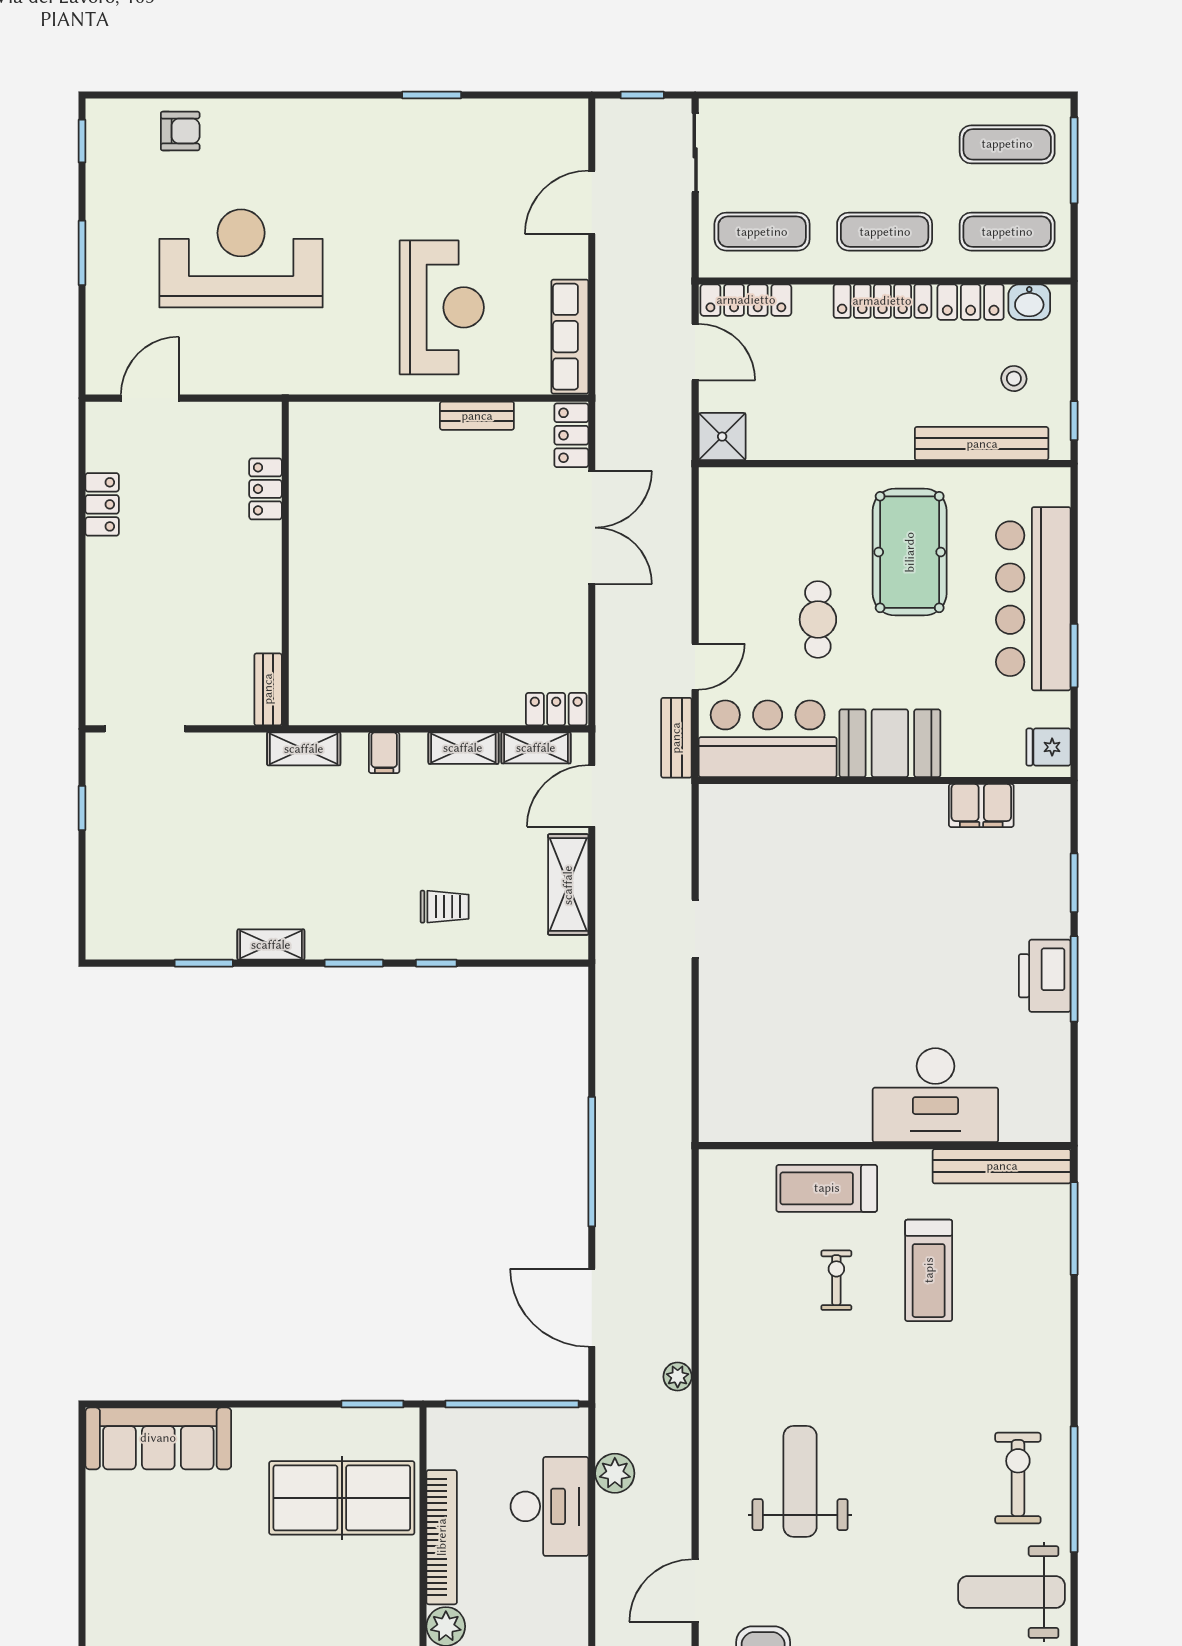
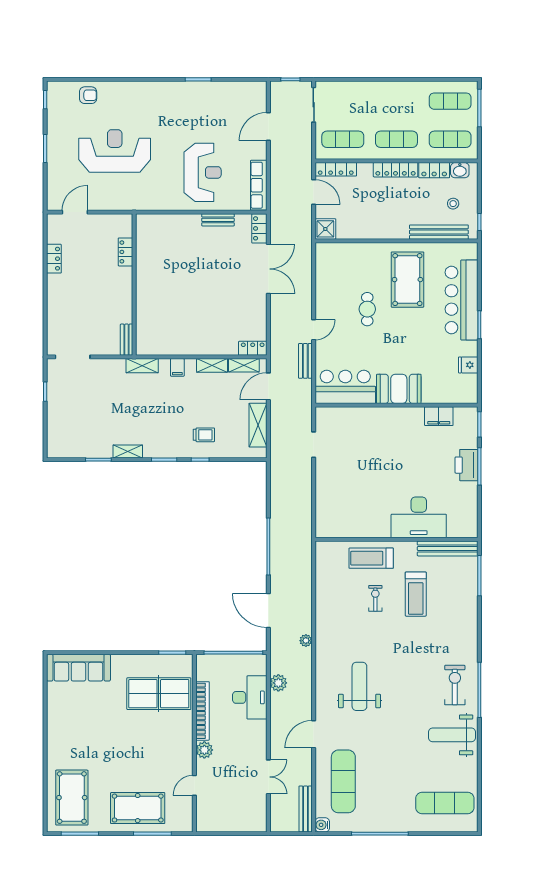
bar counter: (768, 739) -> (345, 387), moved
booth: (890, 743) -> (399, 389), moved
wall: (885, 781) -> (396, 405), moved
filing cabinet: (981, 806) -> (439, 416), moved

